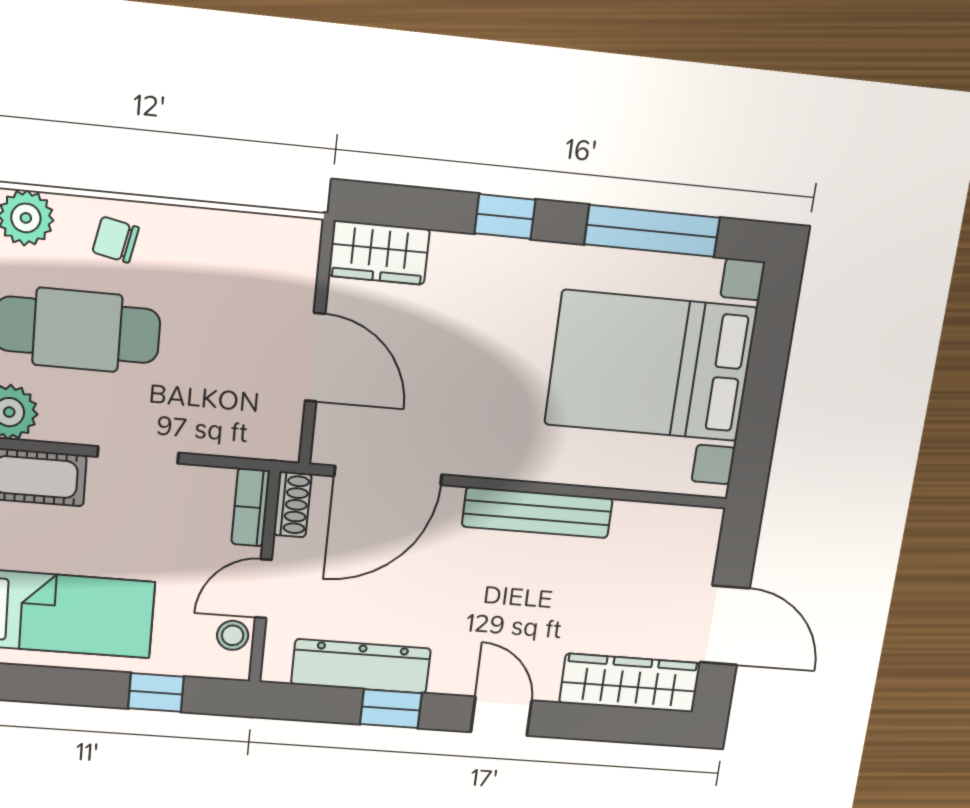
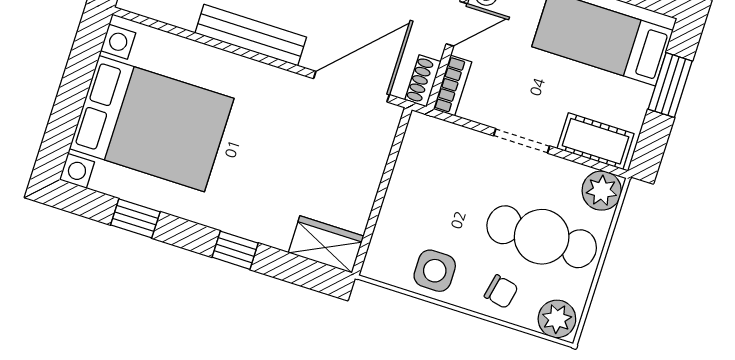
window: (652, 231) -> (135, 218), width x0.46
side table: (217, 249) -> (435, 271), added
door: (315, 357) -> (385, 182), removed

